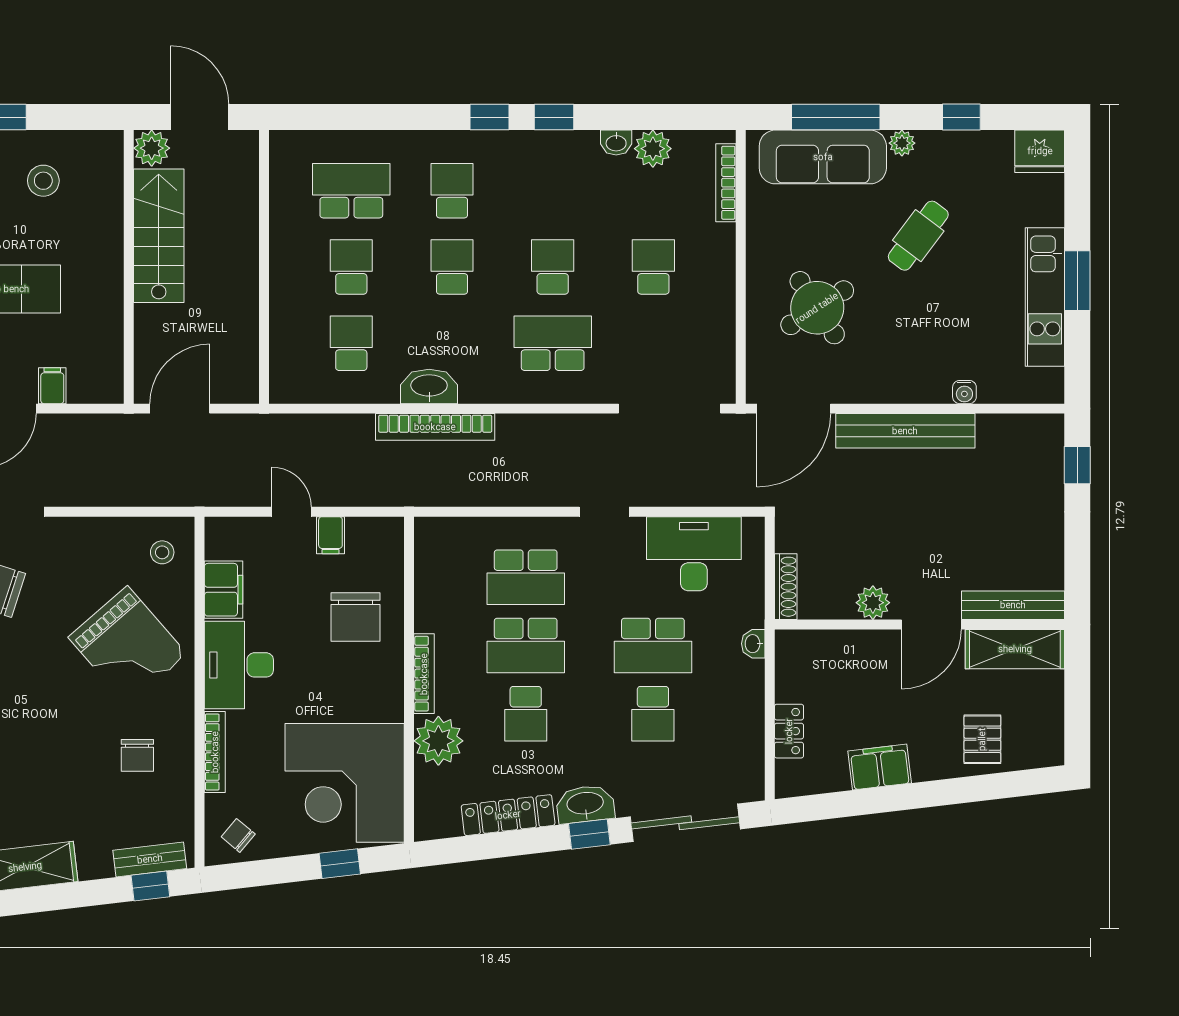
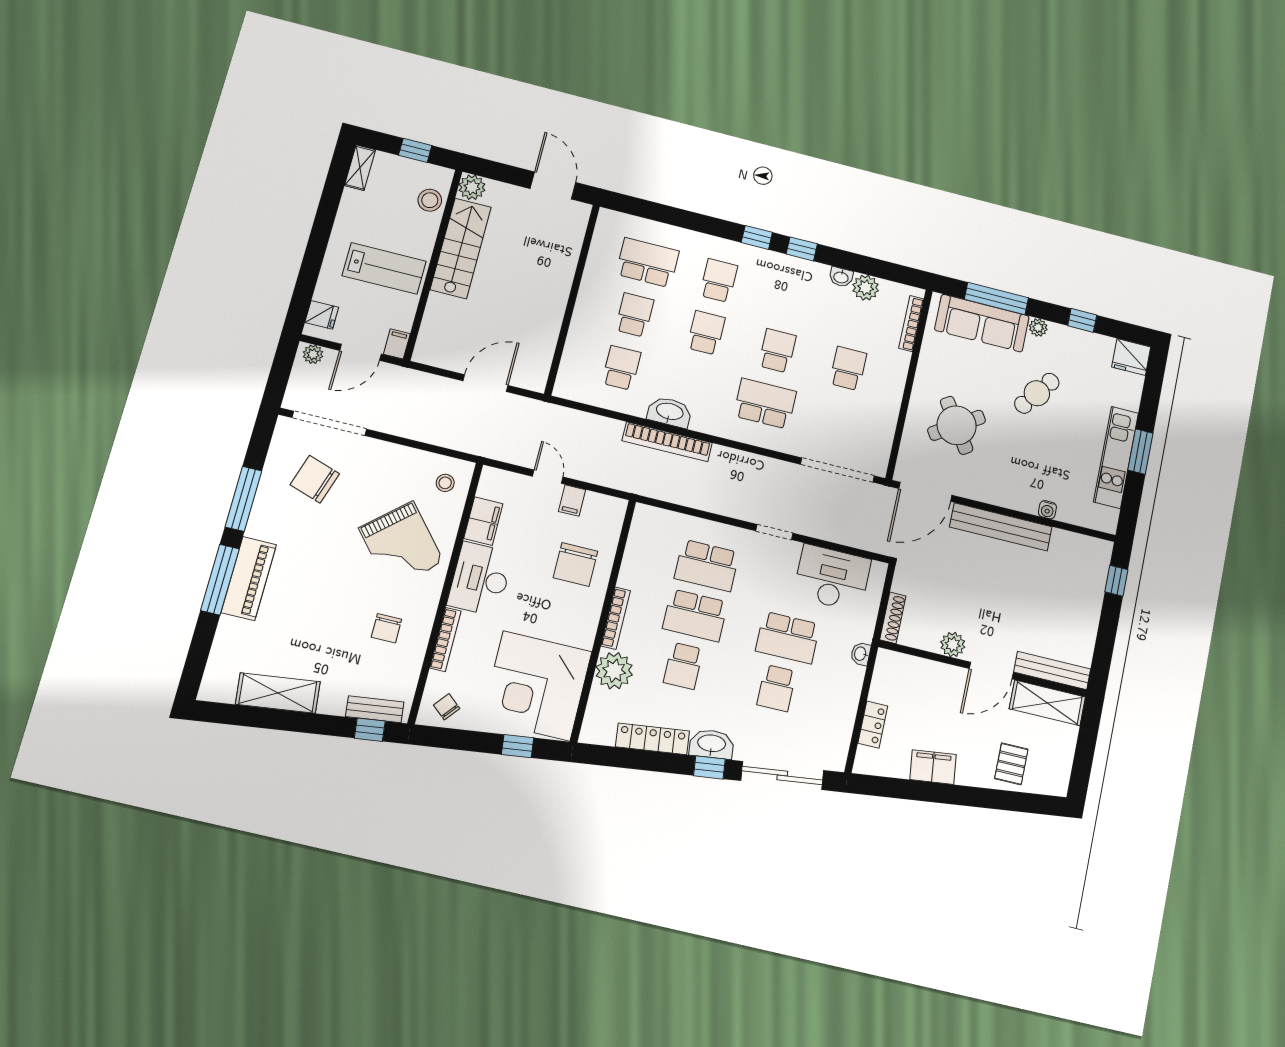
plant: (152, 148) -> (472, 187), moved
stairs: (159, 236) -> (461, 248), moved
wall: (129, 267) -> (433, 264), moved

